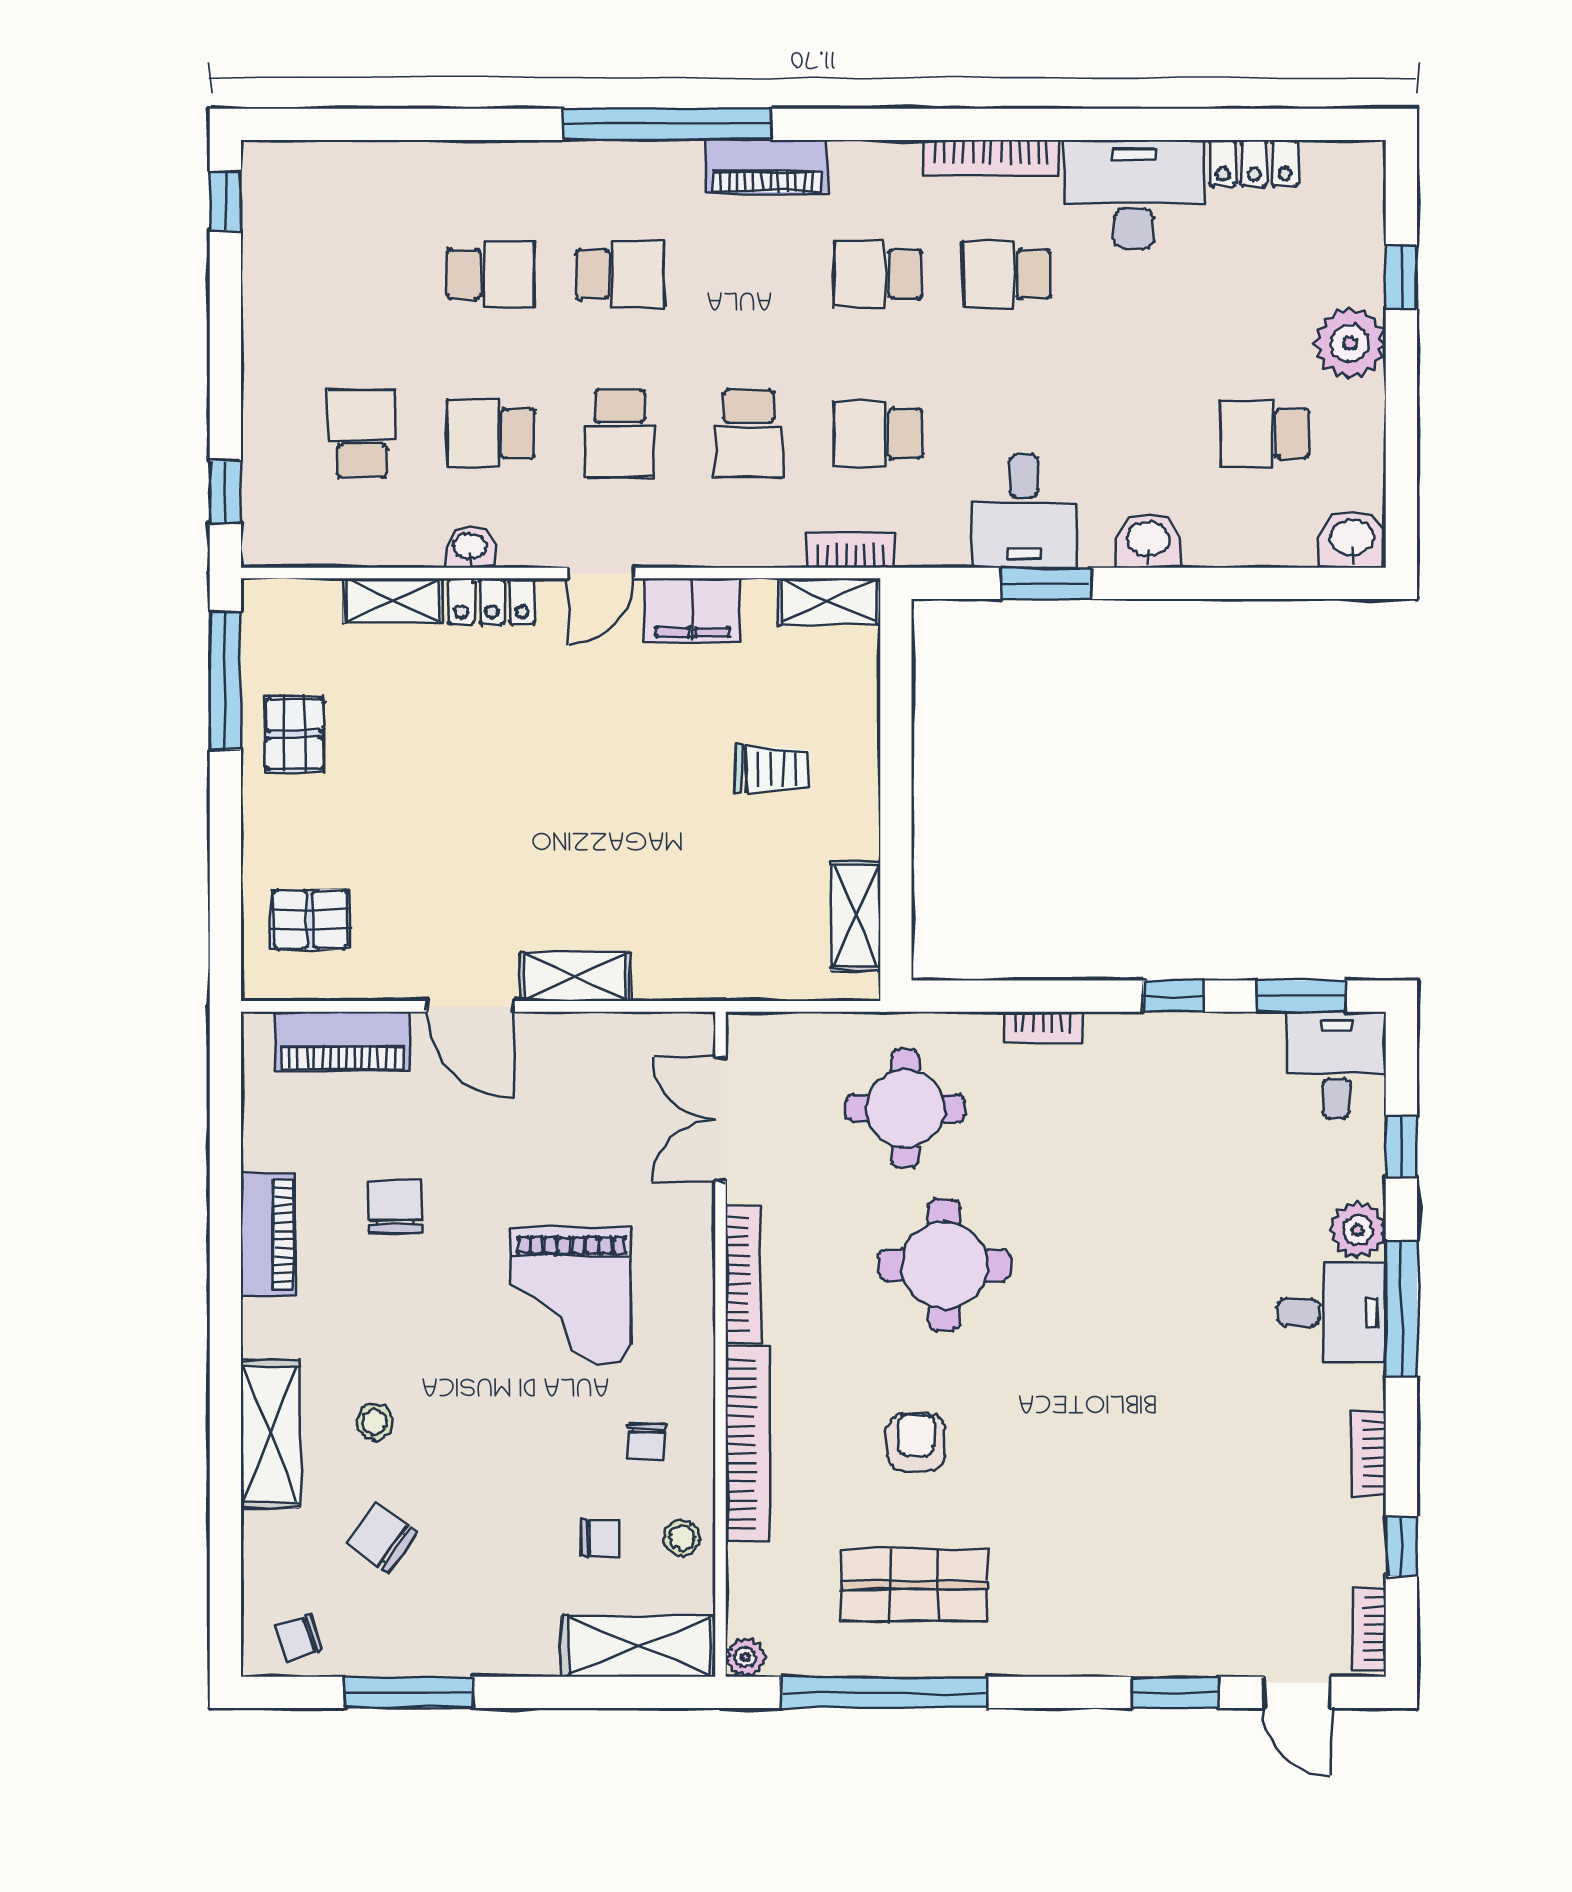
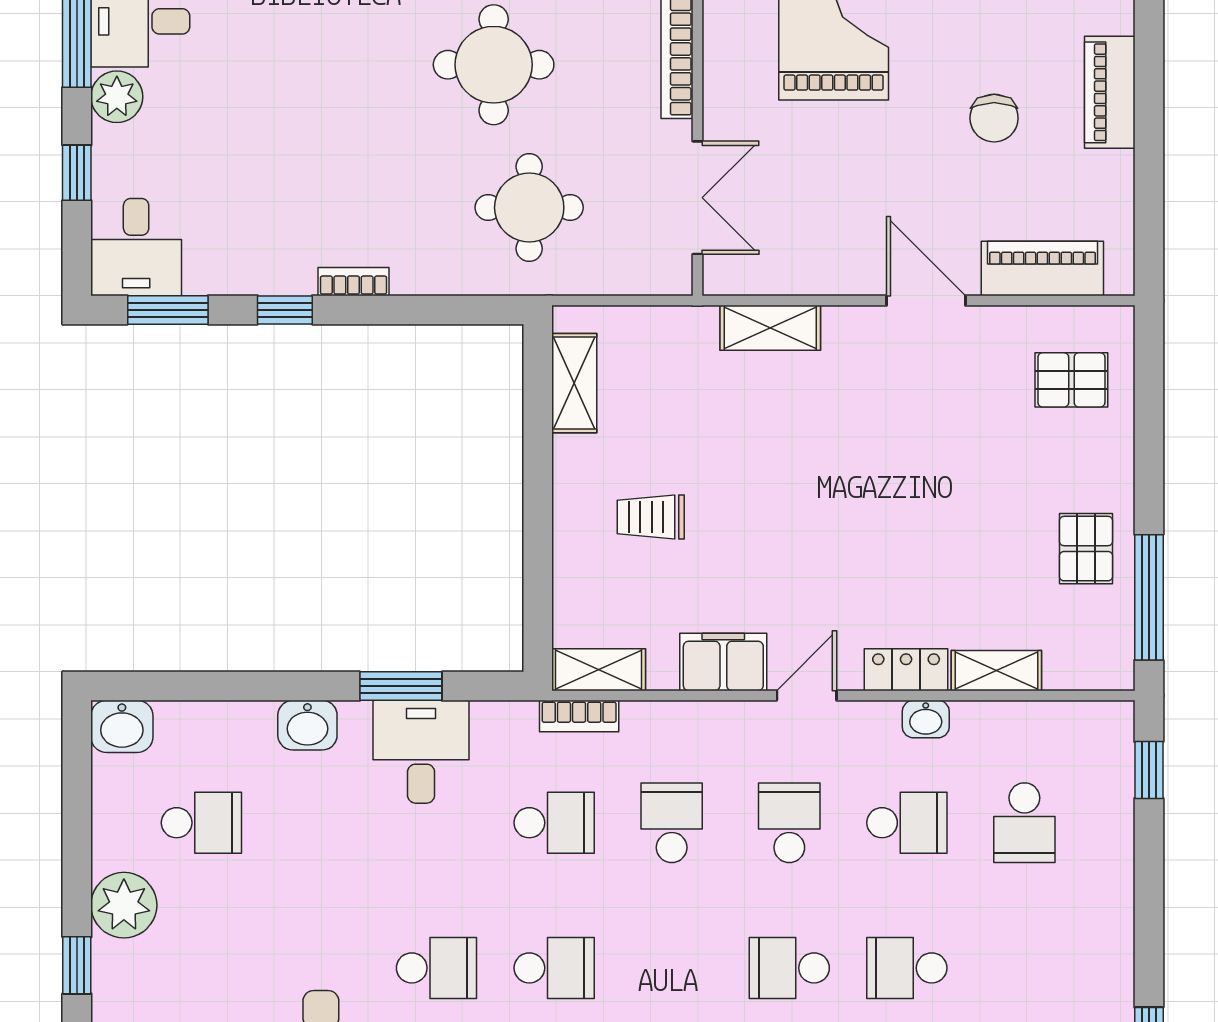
shelving: (575, 976) -> (770, 328), moved
bookcase: (1042, 1027) -> (353, 282), moved

